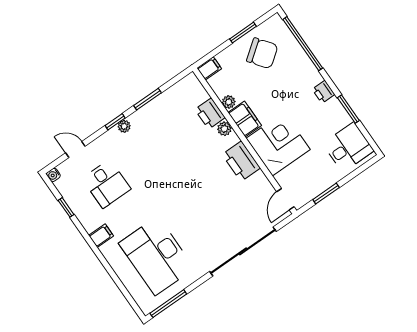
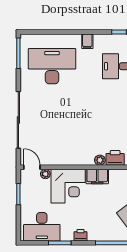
plant: (229, 102) -> (45, 174), moved
desk: (348, 147) -> (42, 227), width x1.37
printer: (241, 161) -> (73, 157), removed

